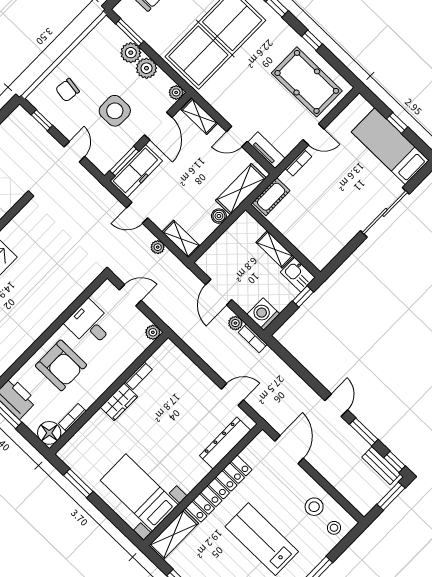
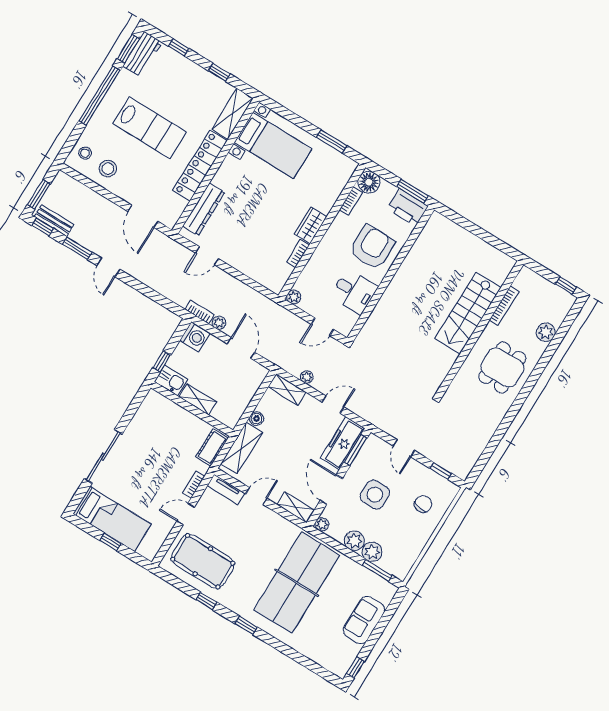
armchair: (61, 365) -> (372, 247), turned 90

